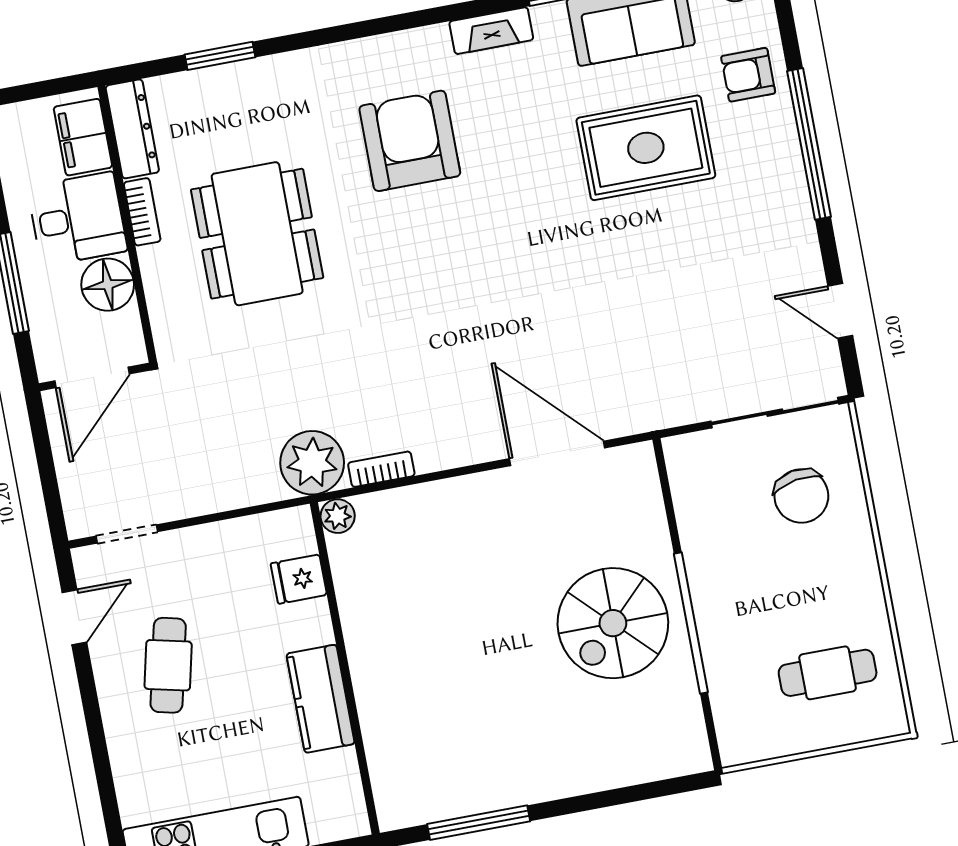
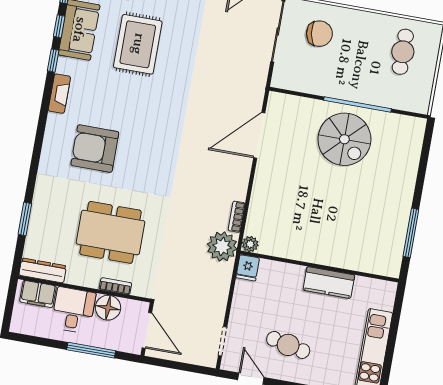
bookcase: (142, 212) -> (115, 286), moved
fridge: (299, 579) -> (248, 268), moved

